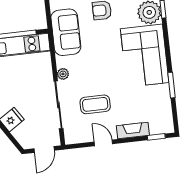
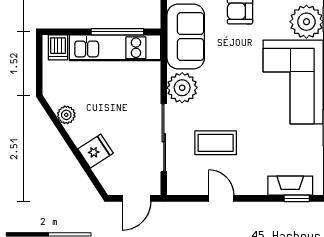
plant: (63, 74) -> (182, 88), width x1.87, depth x1.87
fireplace: (133, 131) -> (290, 186), moved

